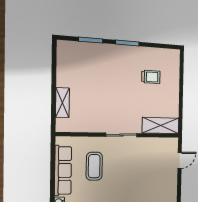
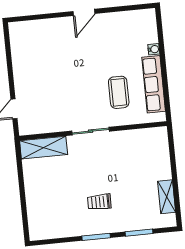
trolley: (151, 77) -> (99, 202), moved
shelving: (62, 103) -> (167, 197), moved

